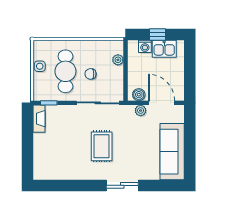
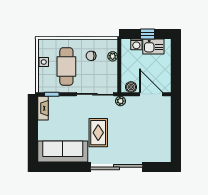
chair: (90, 74) -> (91, 56), moved
plant: (141, 110) -> (120, 101), moved
sofa: (172, 152) -> (63, 151), moved, turned 90
sliding door: (122, 185) -> (116, 167), width x1.86

